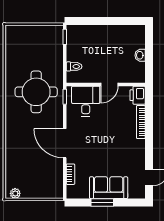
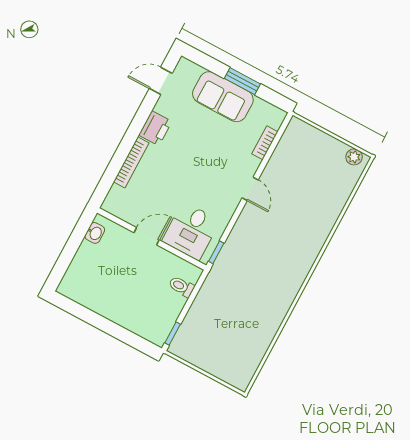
washbasin: (140, 55) -> (95, 233), moved
round table: (36, 92) -> (252, 280), removed
printer: (138, 95) -> (155, 128), moved
door: (65, 143) -> (250, 189), width x0.53

